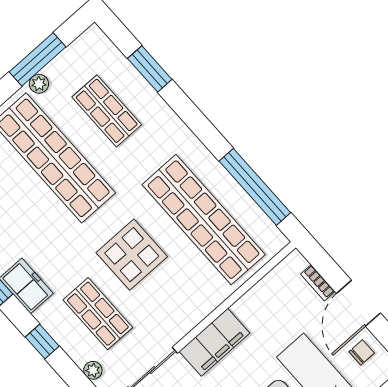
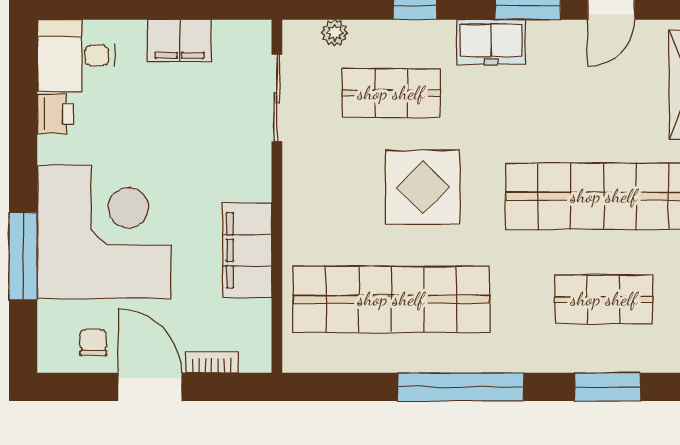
window: (255, 187) -> (461, 387), moved
filing cabinet: (214, 342) -> (247, 250), moved
chair: (362, 352) -> (93, 343), turned 180

